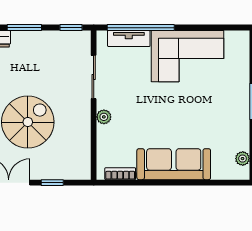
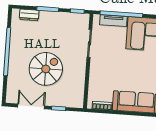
plant: (104, 117) -> (94, 69), removed

